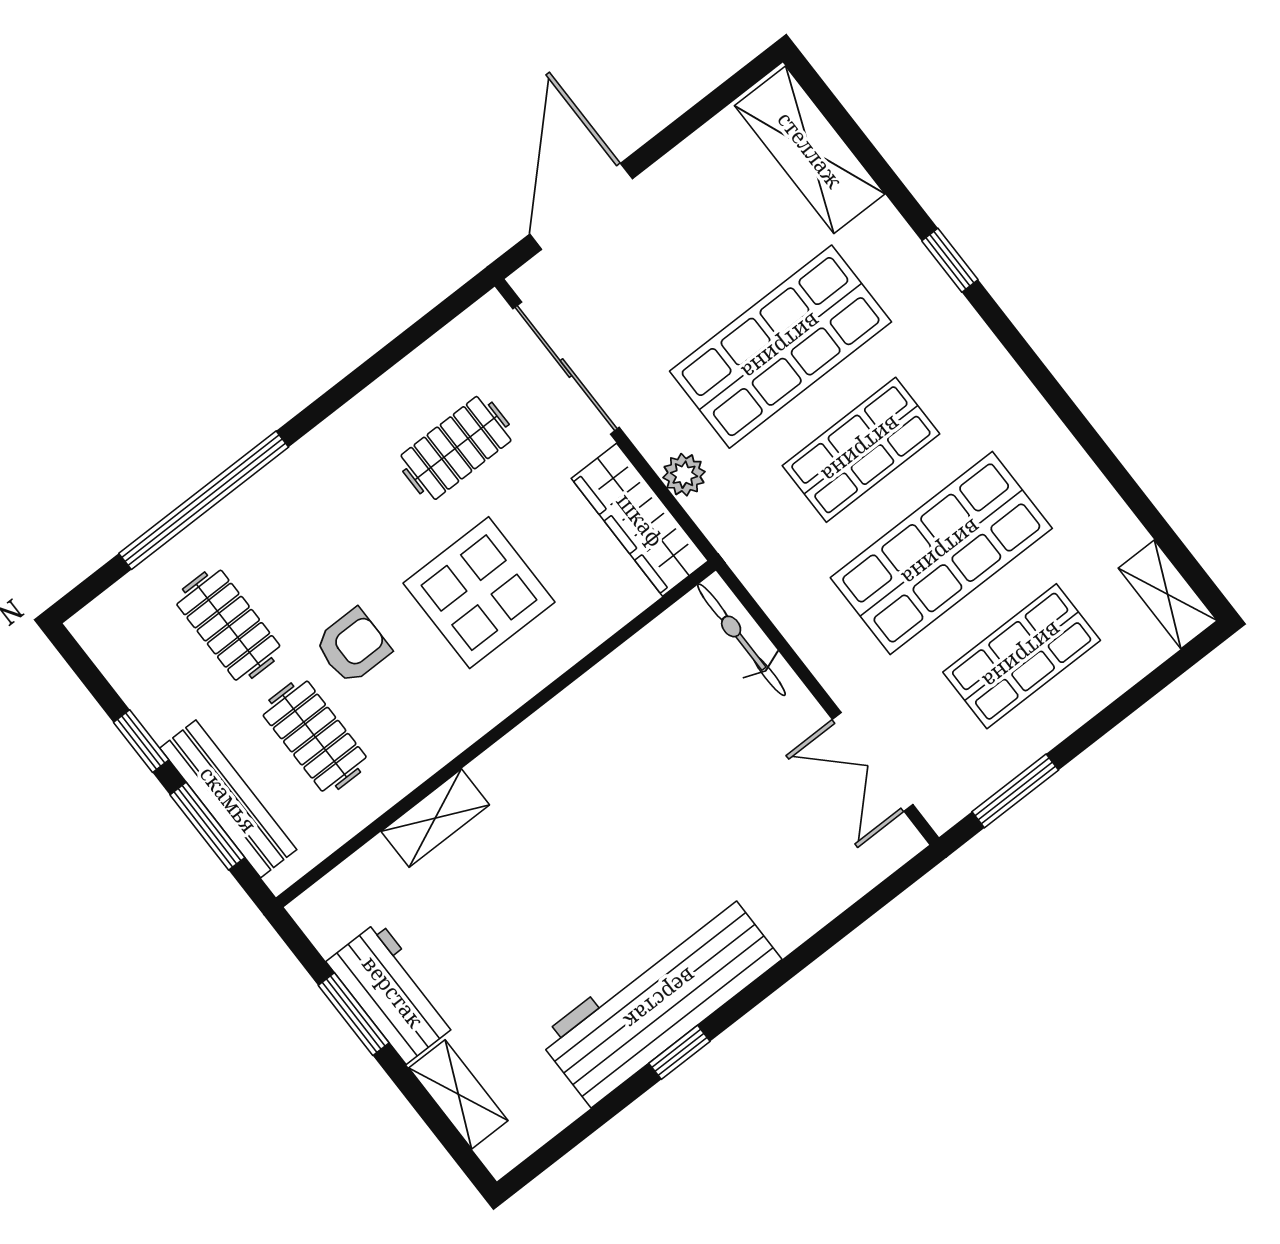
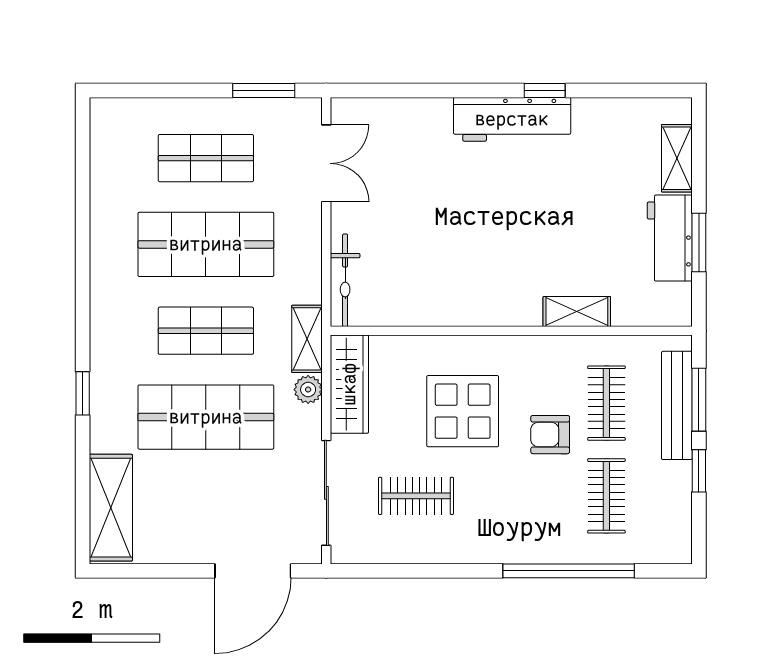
shelving: (1168, 594) -> (307, 339), moved
workbench: (660, 999) -> (512, 119), width x0.73, depth x0.76

